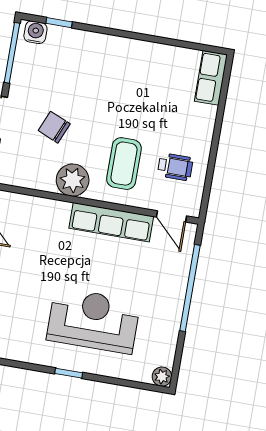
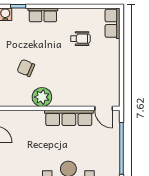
row of seats: (98, 44) -> (43, 15), added
coffee table: (124, 164) -> (70, 82), removed
wheelchair: (175, 167) -> (80, 39), moved

